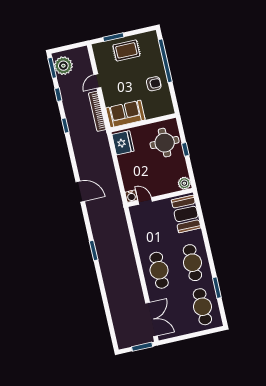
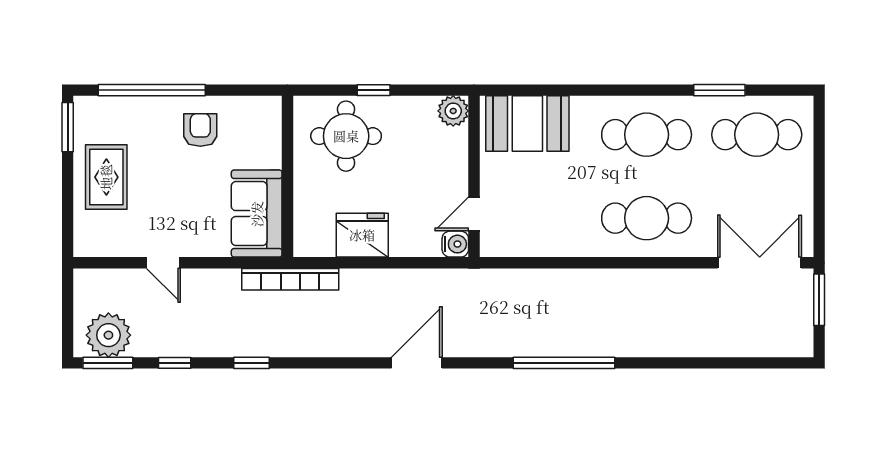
window: (113, 37) -> (68, 127), moved
bookcase: (97, 111) -> (290, 279), moved
fridge: (123, 143) -> (362, 235), moved
window: (94, 250) -> (564, 363), width x2.11

